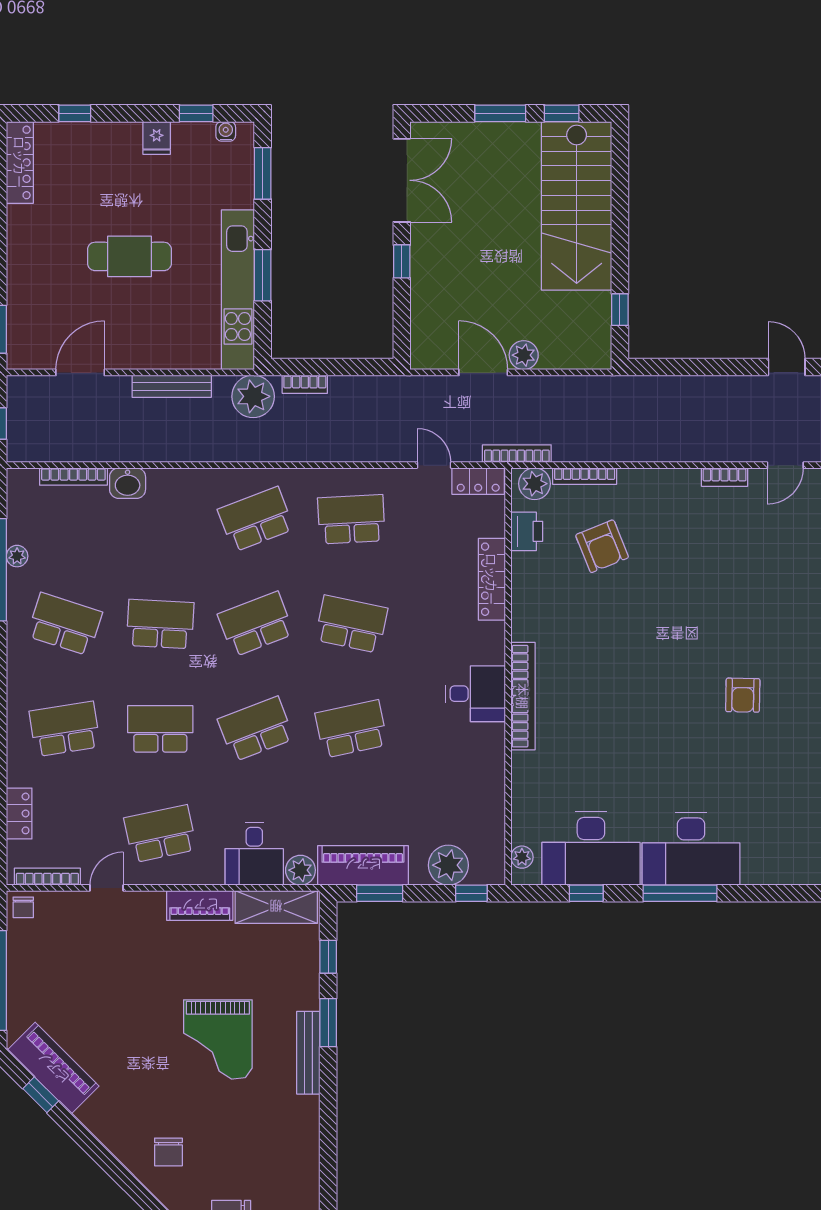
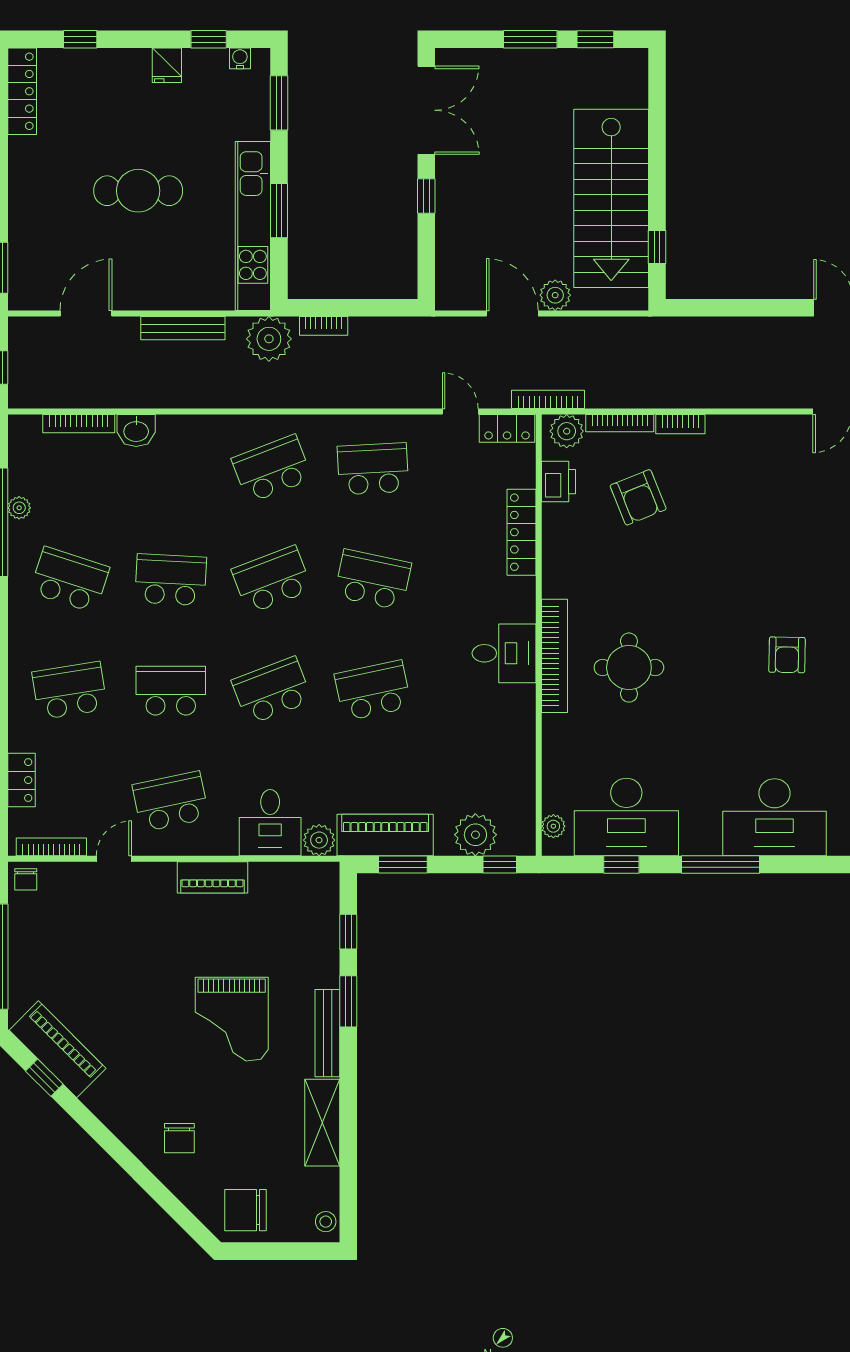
stairs: (577, 206) -> (611, 198), moved
bookcase: (725, 477) -> (680, 424), moved
round table: (593, 707) -> (629, 668), added
desk: (691, 849) -> (774, 817), moved
shelving: (276, 907) -> (322, 1123), moved, turned 90

